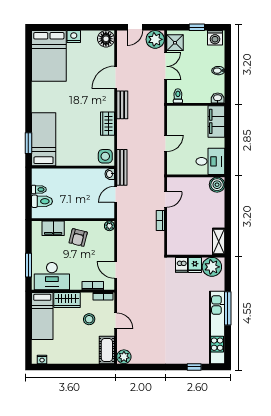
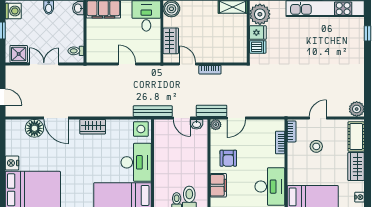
floor lamp: (106, 39) -> (34, 128), moved
plant: (155, 39) -> (15, 75), removed
bench: (122, 105) -> (212, 111), moved
wardrobe: (107, 124) -> (93, 127), moved
desk: (74, 152) -> (136, 162), added
washbasin: (110, 174) -> (197, 124), moved
wardrobe: (187, 184) -> (171, 41), added
armchair: (78, 238) -> (228, 158), turned 76
door: (116, 270) -> (236, 118), moved
wardrobe: (67, 300) -> (356, 166), moved, turned 180
cot: (107, 350) -> (356, 136), moved, turned 90

